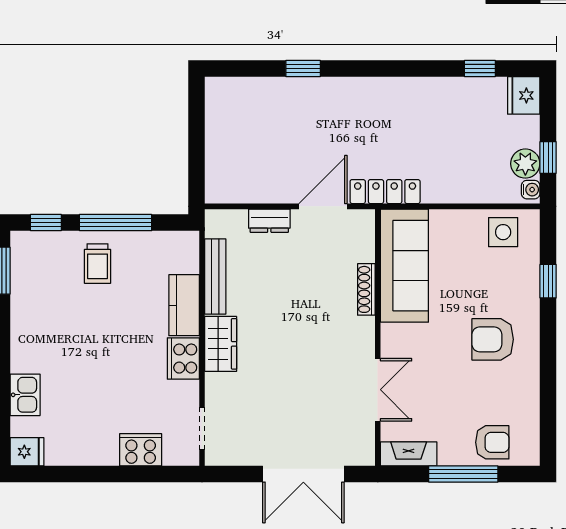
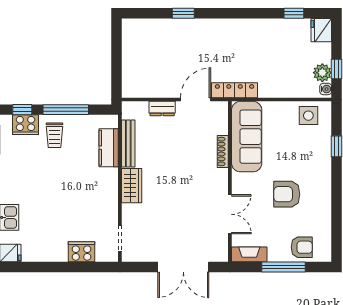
kitchen counter: (184, 305) -> (109, 148), moved
armchair: (493, 339) -> (287, 194), moved
cooker: (183, 359) -> (25, 125), moved, turned -90

